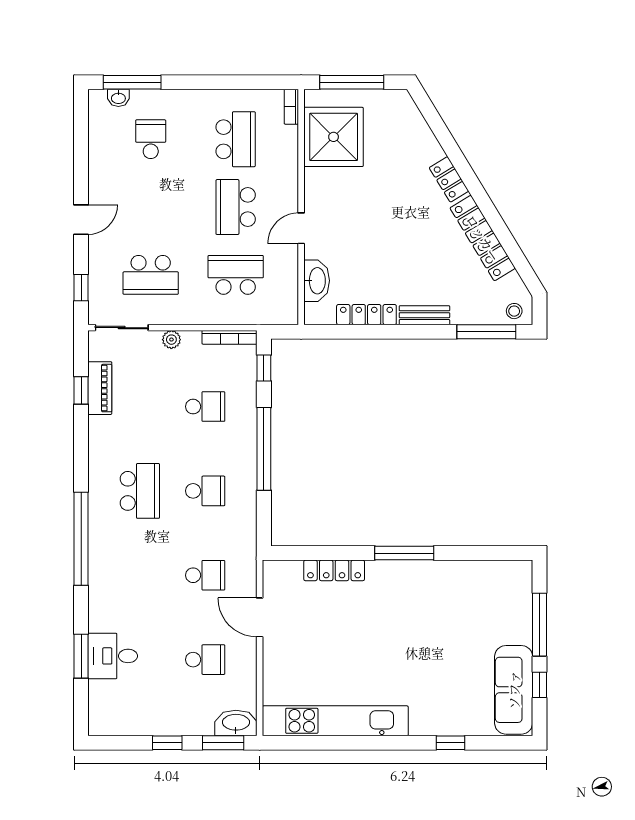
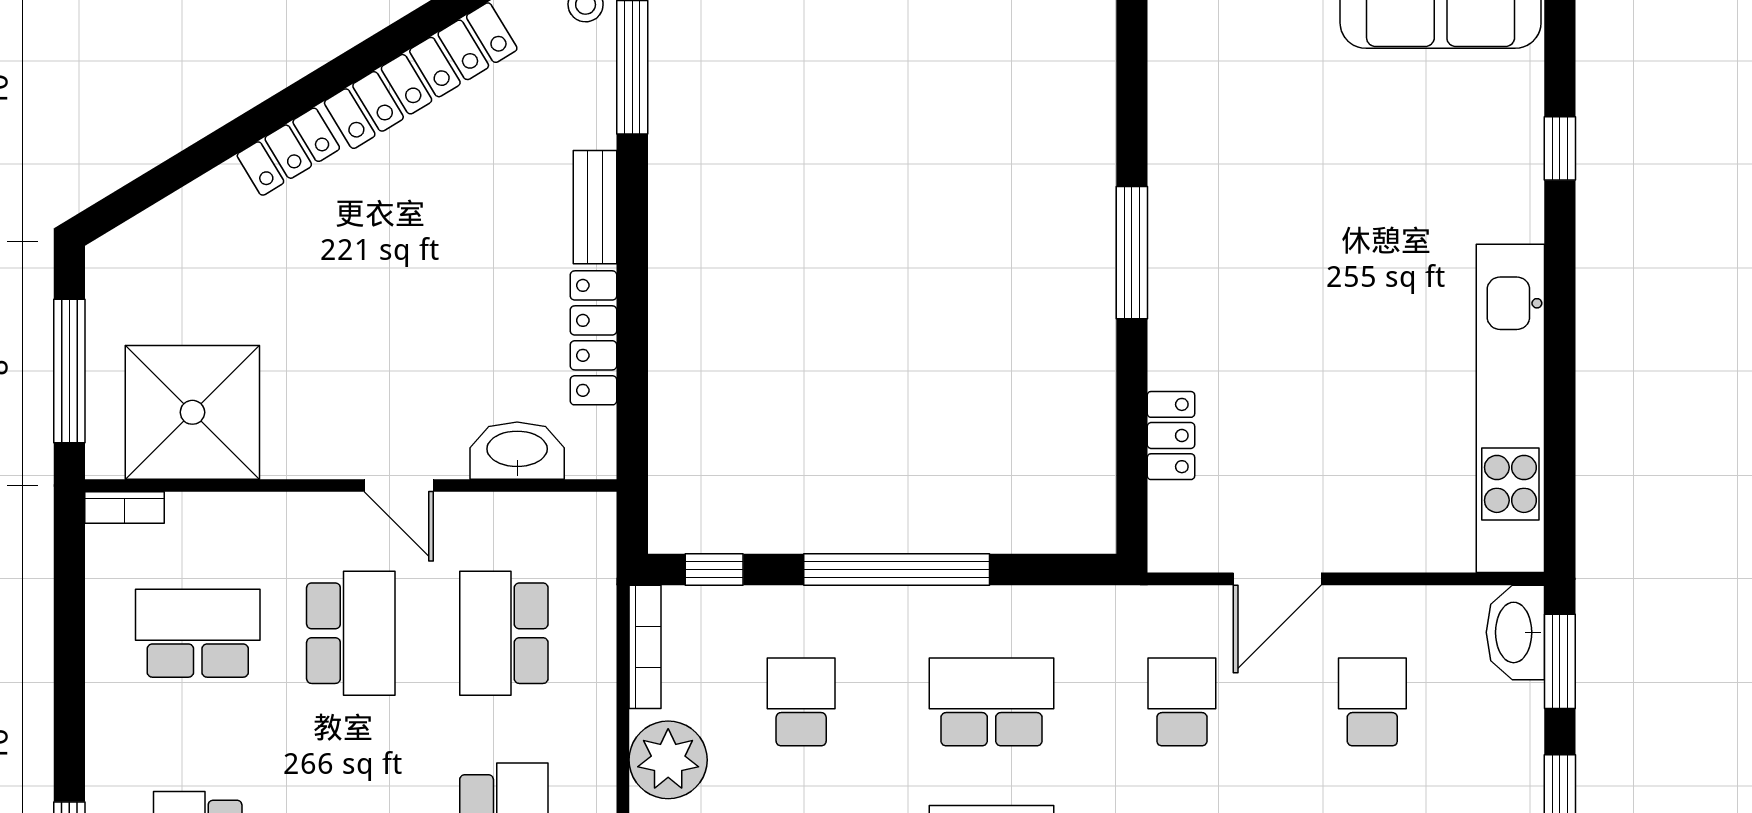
school desk: (236, 207) -> (351, 633), turned -90
plant: (171, 340) -> (668, 760), width x1.87, depth x1.87
school desk: (205, 491) -> (992, 702), width x1.85
locker: (334, 570) -> (1171, 436), width x0.66

